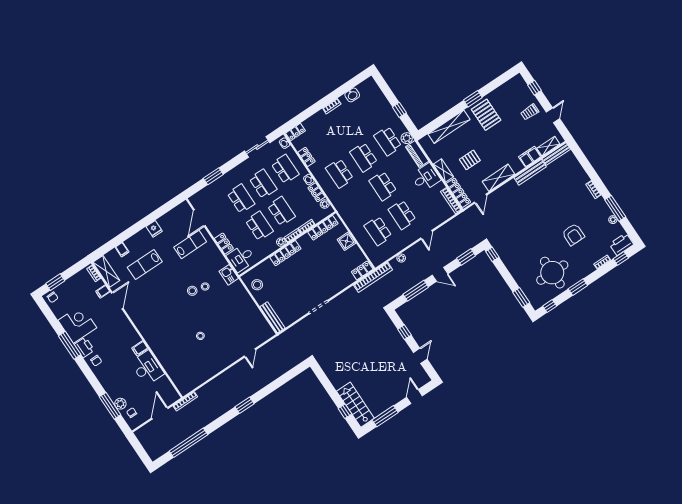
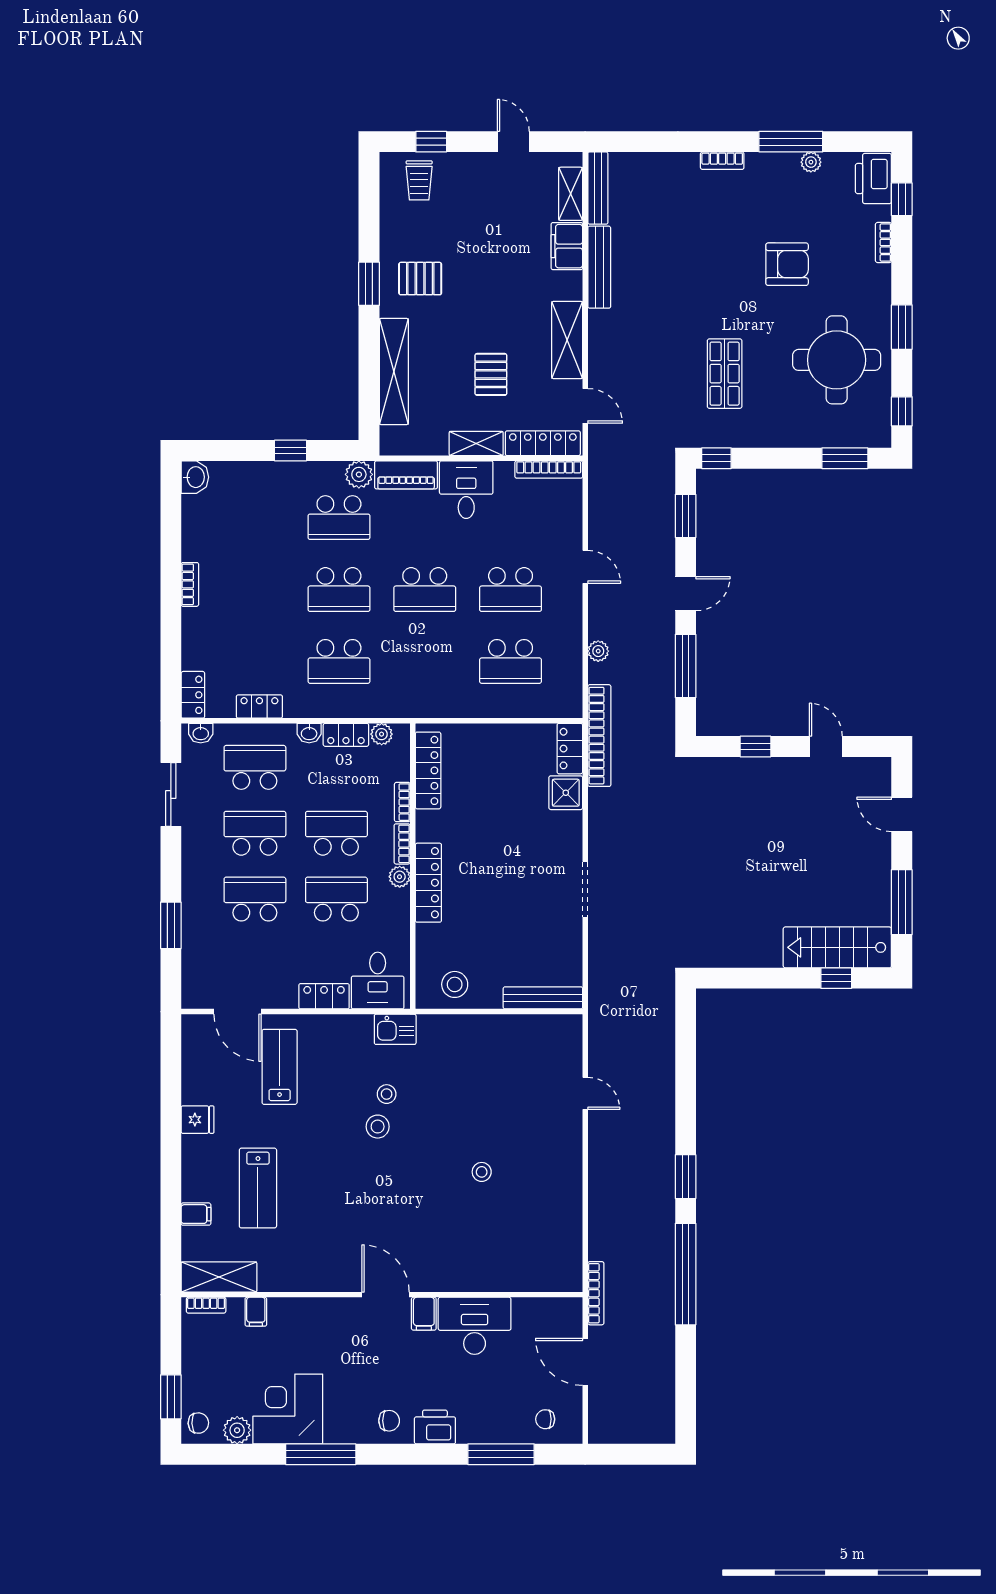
washbasin: (352, 95) -> (195, 477), moved
trolley: (530, 112) -> (419, 180), moved
pallet: (486, 115) -> (420, 279), width x0.67, depth x0.71
shop shelf: (523, 238) -> (725, 374), added
shower: (347, 241) -> (566, 793), moved
door: (117, 301) -> (386, 1295), moved
printer: (84, 347) -> (435, 1427), moved
plant: (120, 404) -> (237, 1430), moved
window: (188, 443) -> (686, 1274), moved

